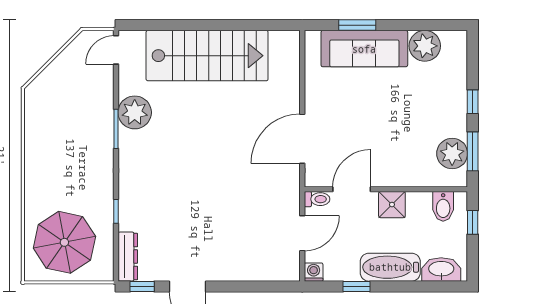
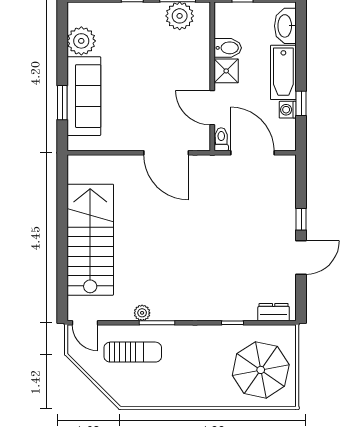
sun lounger: (84, 102) -> (133, 352), added
plant: (135, 112) -> (142, 313), width x0.53, depth x0.53
bidet: (443, 206) -> (228, 48), moved
door: (302, 233) -> (252, 153), width x1.36
dresser: (128, 257) -> (274, 312), width x0.70
washing machine: (314, 272) -> (288, 110), moved
window: (142, 287) -> (301, 219), moved

